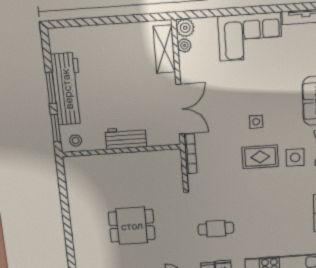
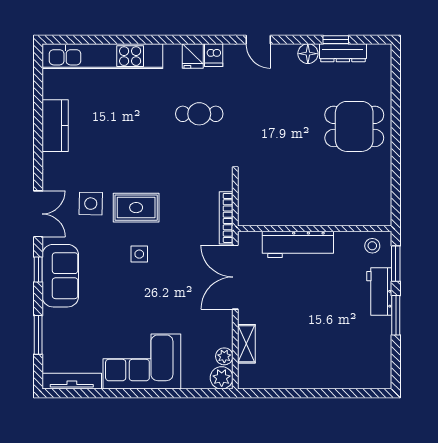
shelving: (164, 49) -> (246, 344), width x0.67, depth x0.75
workbench: (67, 89) -> (379, 292), width x0.53, depth x0.76
workbench: (126, 138) -> (298, 244), width x1.38
dining table: (132, 226) -> (354, 126), moved

